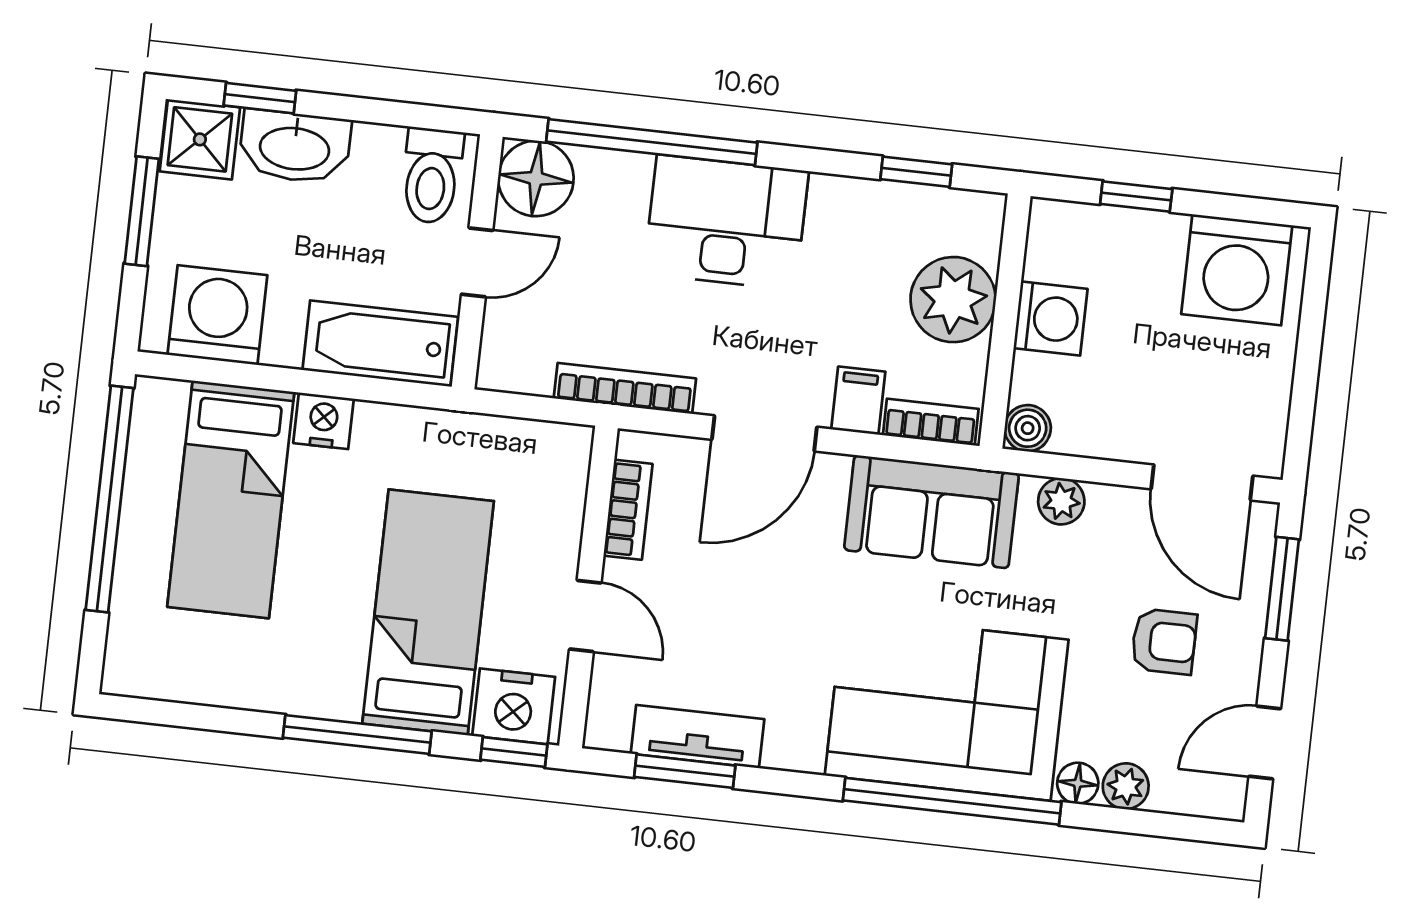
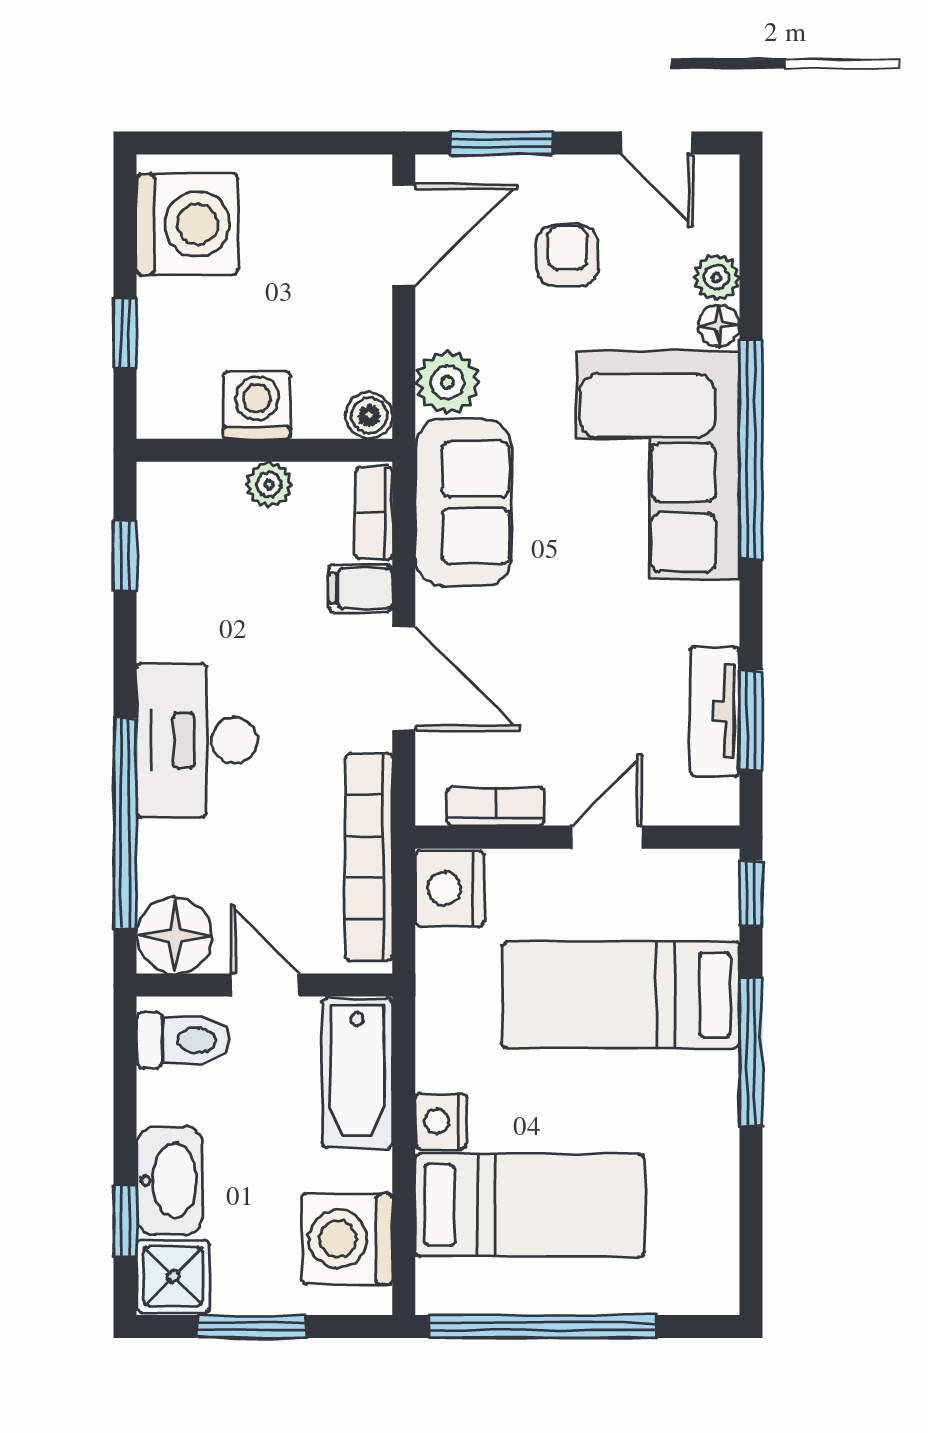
plant: (953, 300) -> (269, 485), width x0.53, depth x0.53
bookcase: (625, 388) -> (369, 857), width x1.48, depth x1.31
plant: (1061, 501) -> (447, 382), width x1.38, depth x1.38
nightstand: (514, 706) -> (450, 889), moved, turned 180

